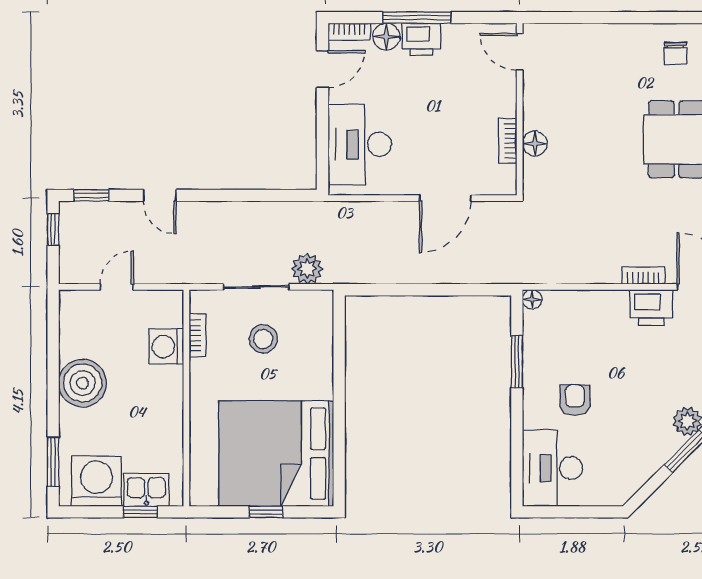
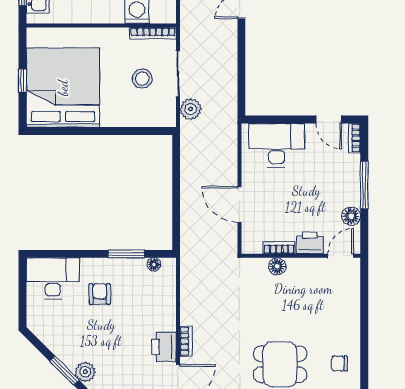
floor lamp: (386, 37) -> (351, 216), moved
printer: (421, 39) -> (310, 243), moved, turned 90
floor lamp: (532, 299) -> (154, 264), moved
bookcase: (198, 335) -> (153, 33), width x1.56
armchair: (575, 400) -> (100, 294), turned -90

